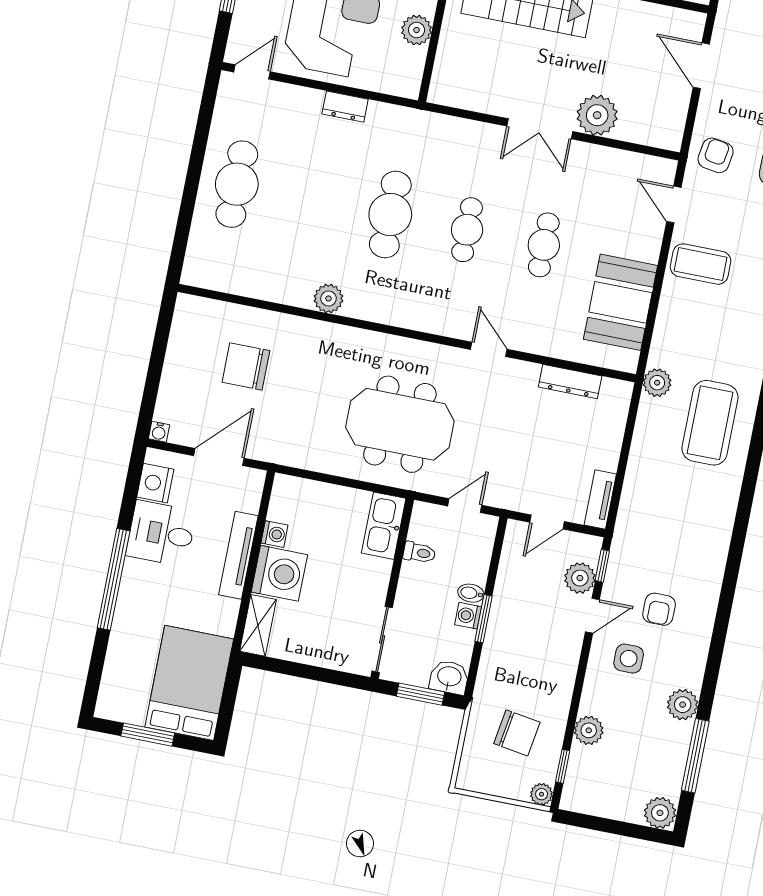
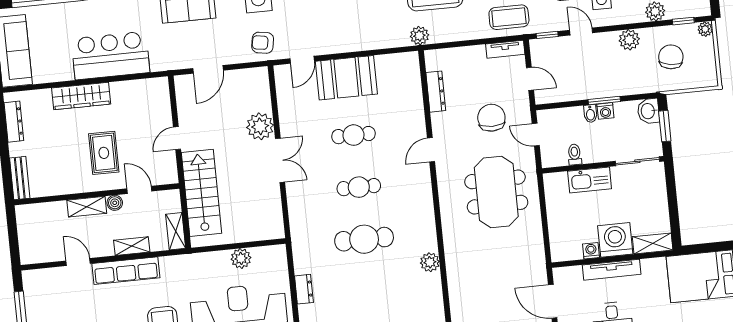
coffee table: (701, 264) -> (509, 17), moved, turned 90
booth: (621, 302) -> (346, 78), moved
chair: (246, 366) -> (491, 118), moved, turned 180
kitchen sink: (384, 526) -> (590, 180), moved
plant: (580, 578) -> (629, 40), moved

